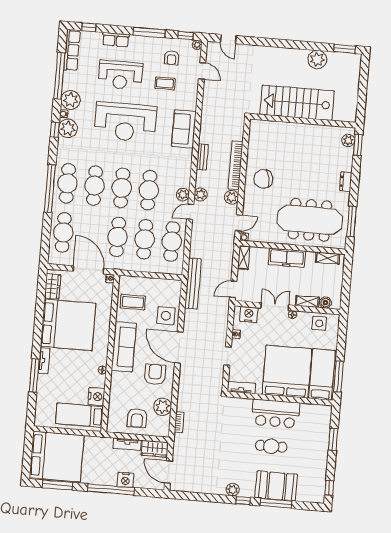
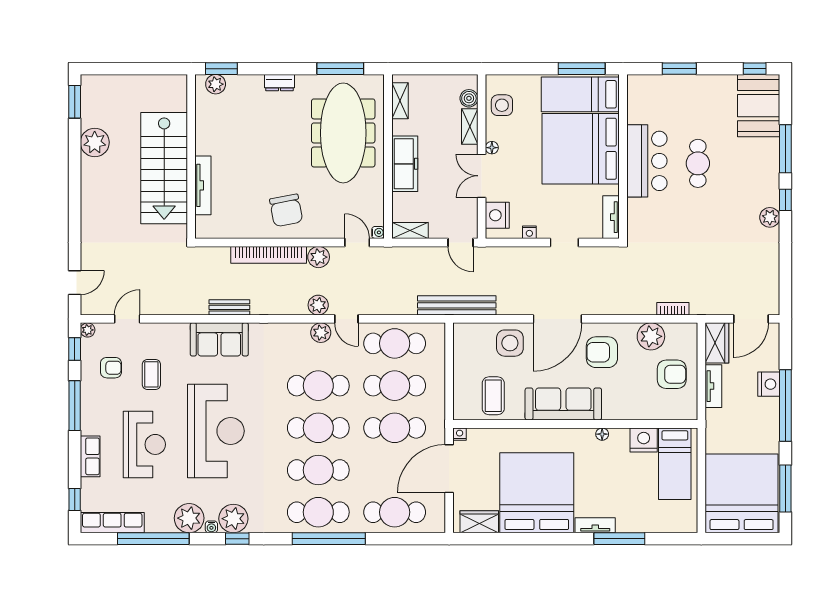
tv unit: (284, 127) -> (203, 185), added
bench: (202, 157) -> (229, 307), moved
booth: (276, 486) -> (759, 106), moved

